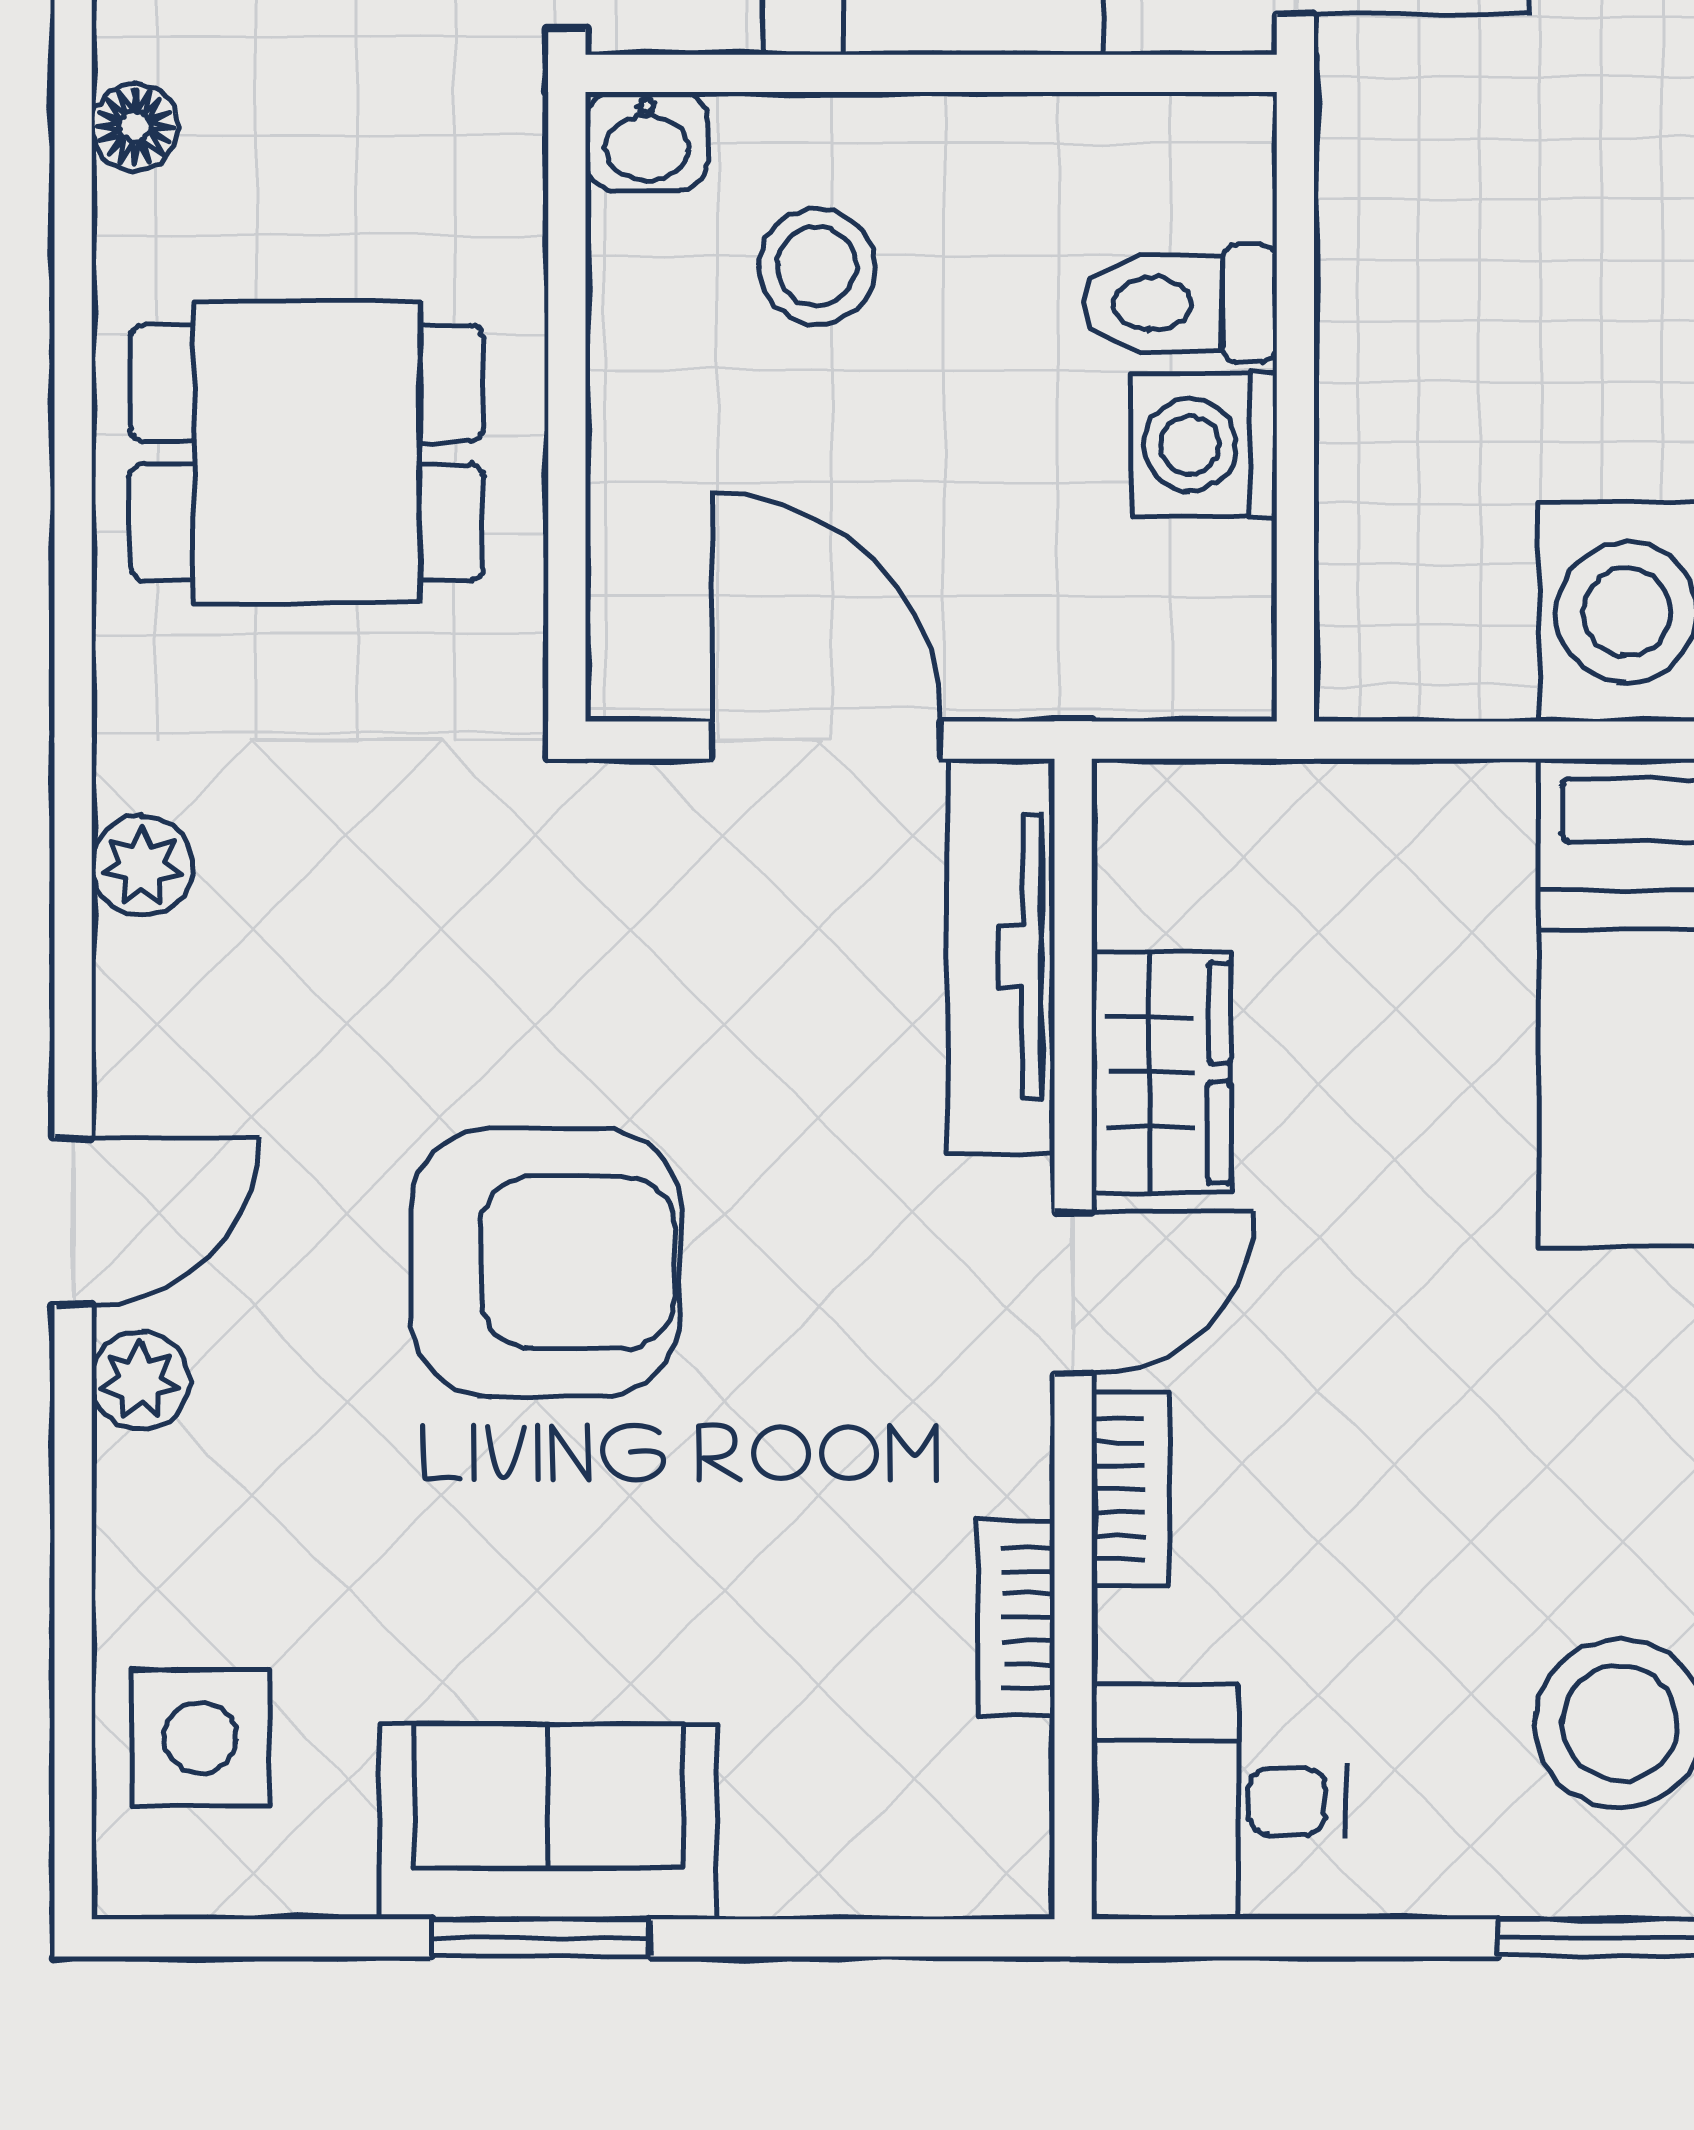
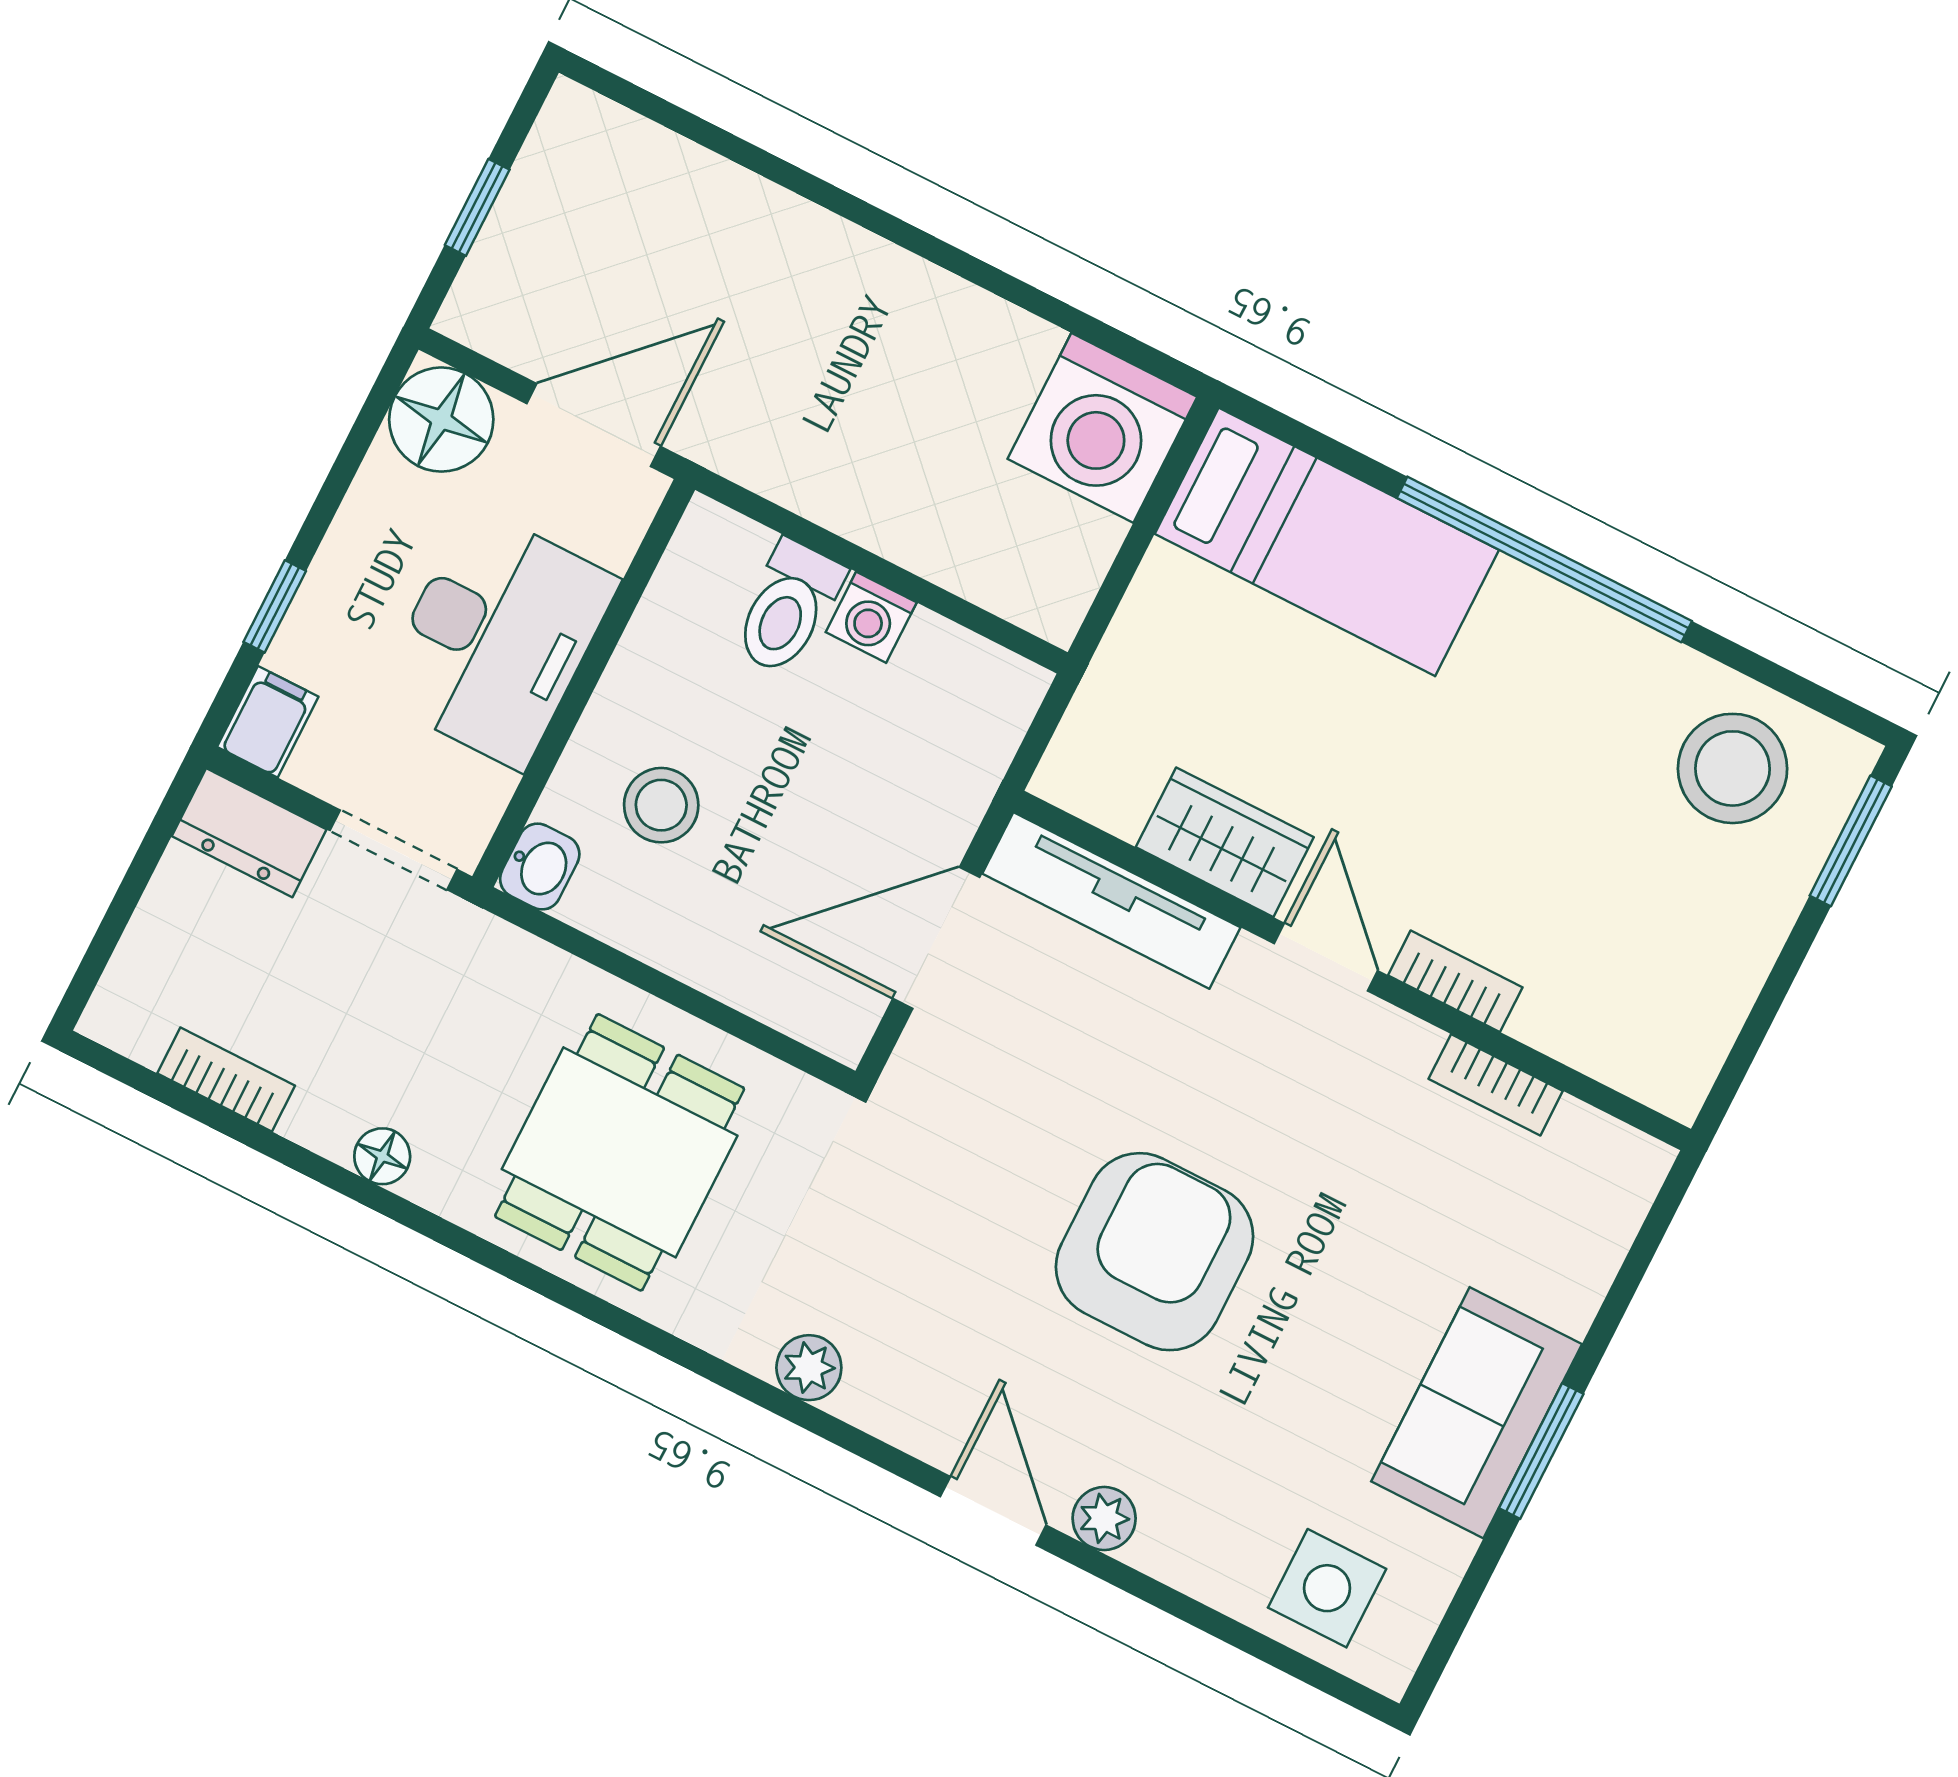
washing machine: (1204, 445) -> (871, 617), width x0.73, depth x0.73
desk: (1218, 1802) -> (1661, 1022), removed

